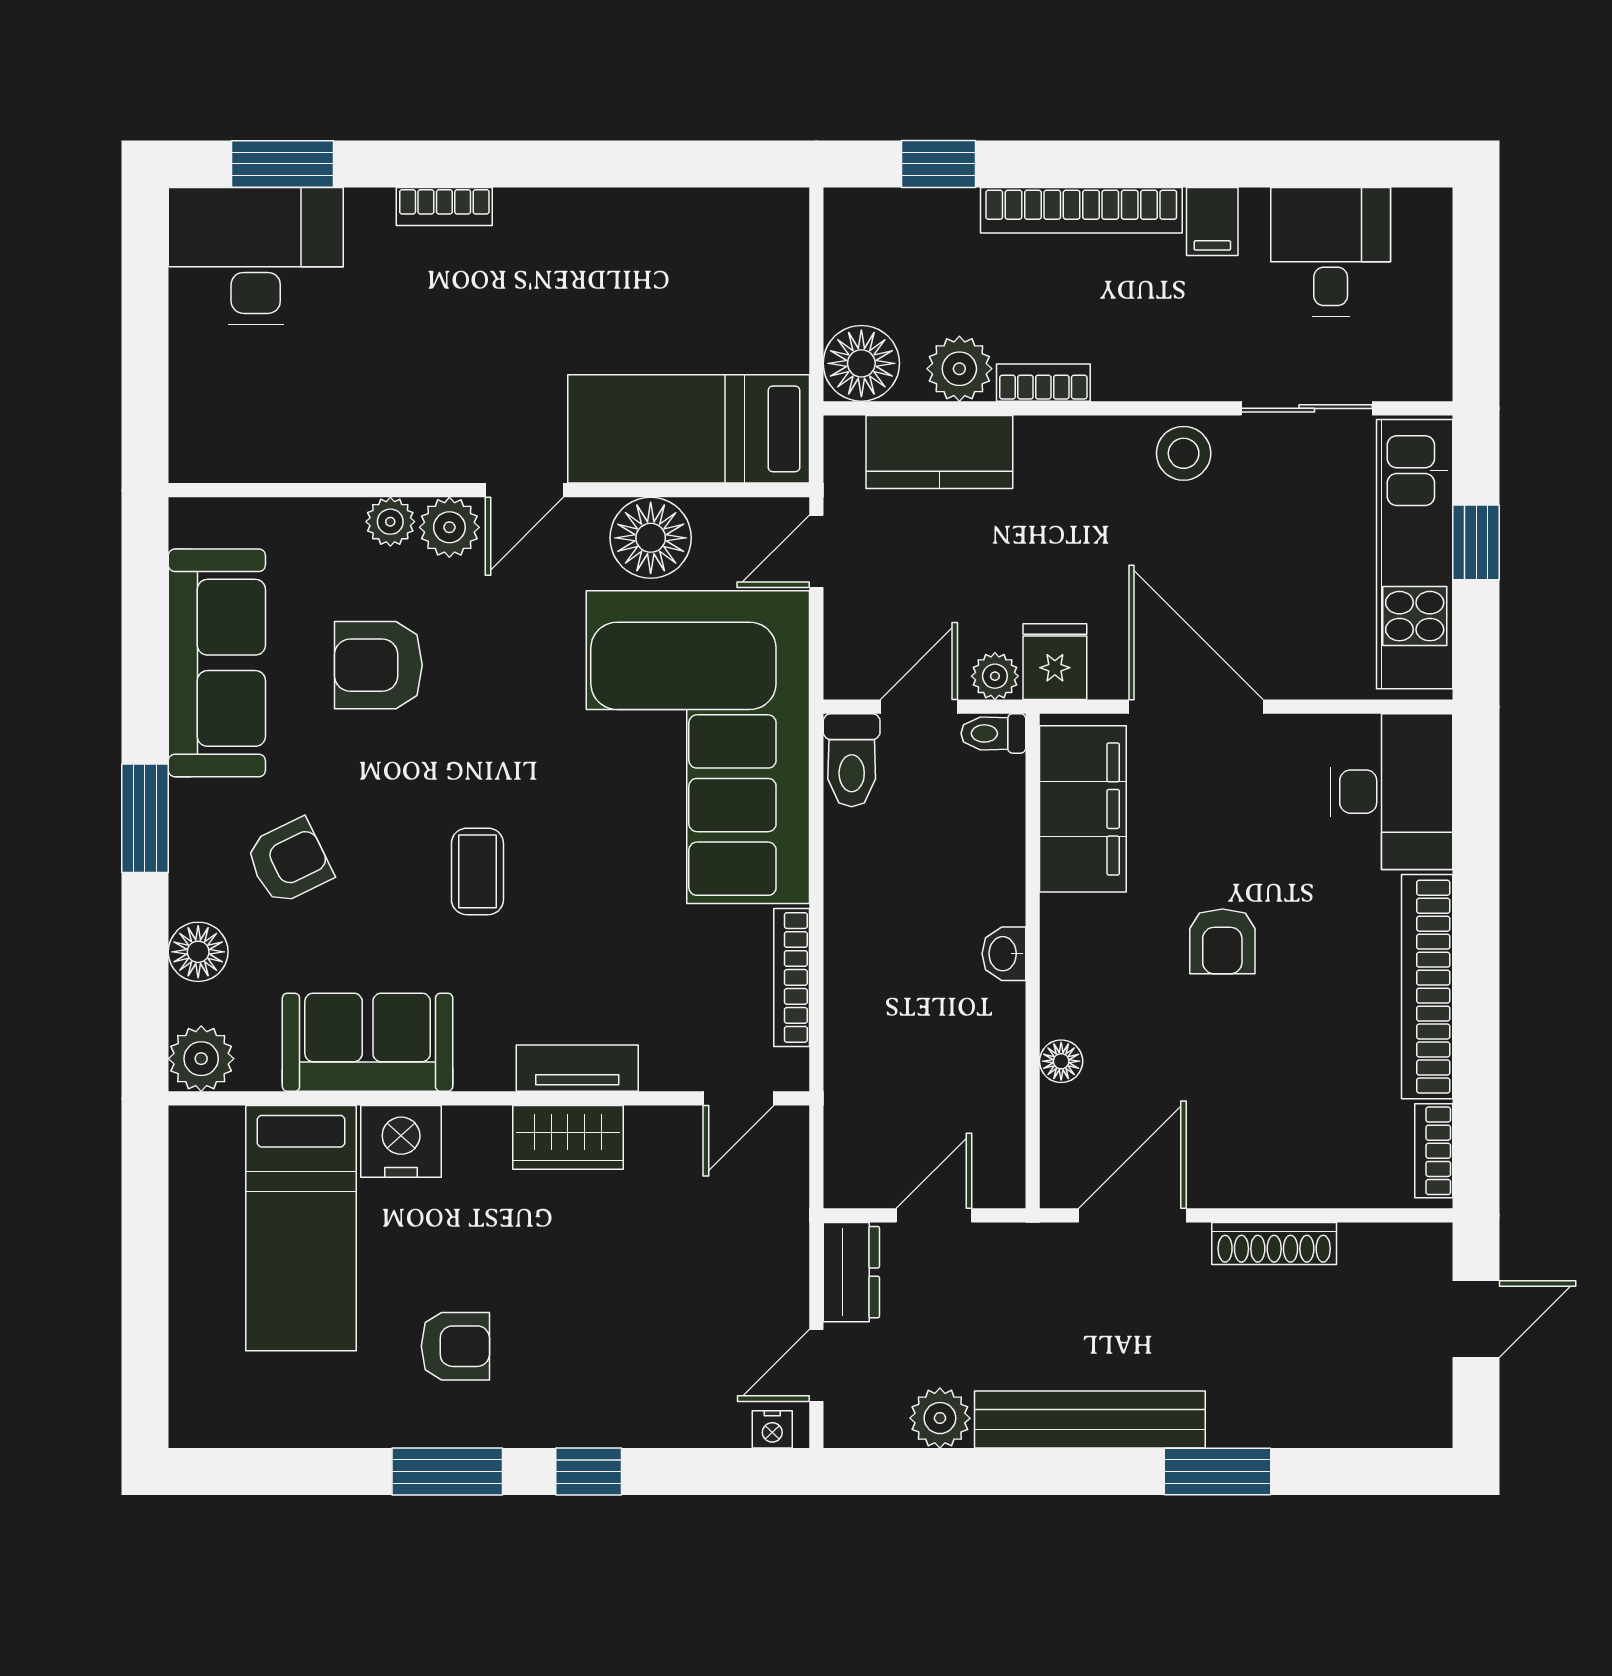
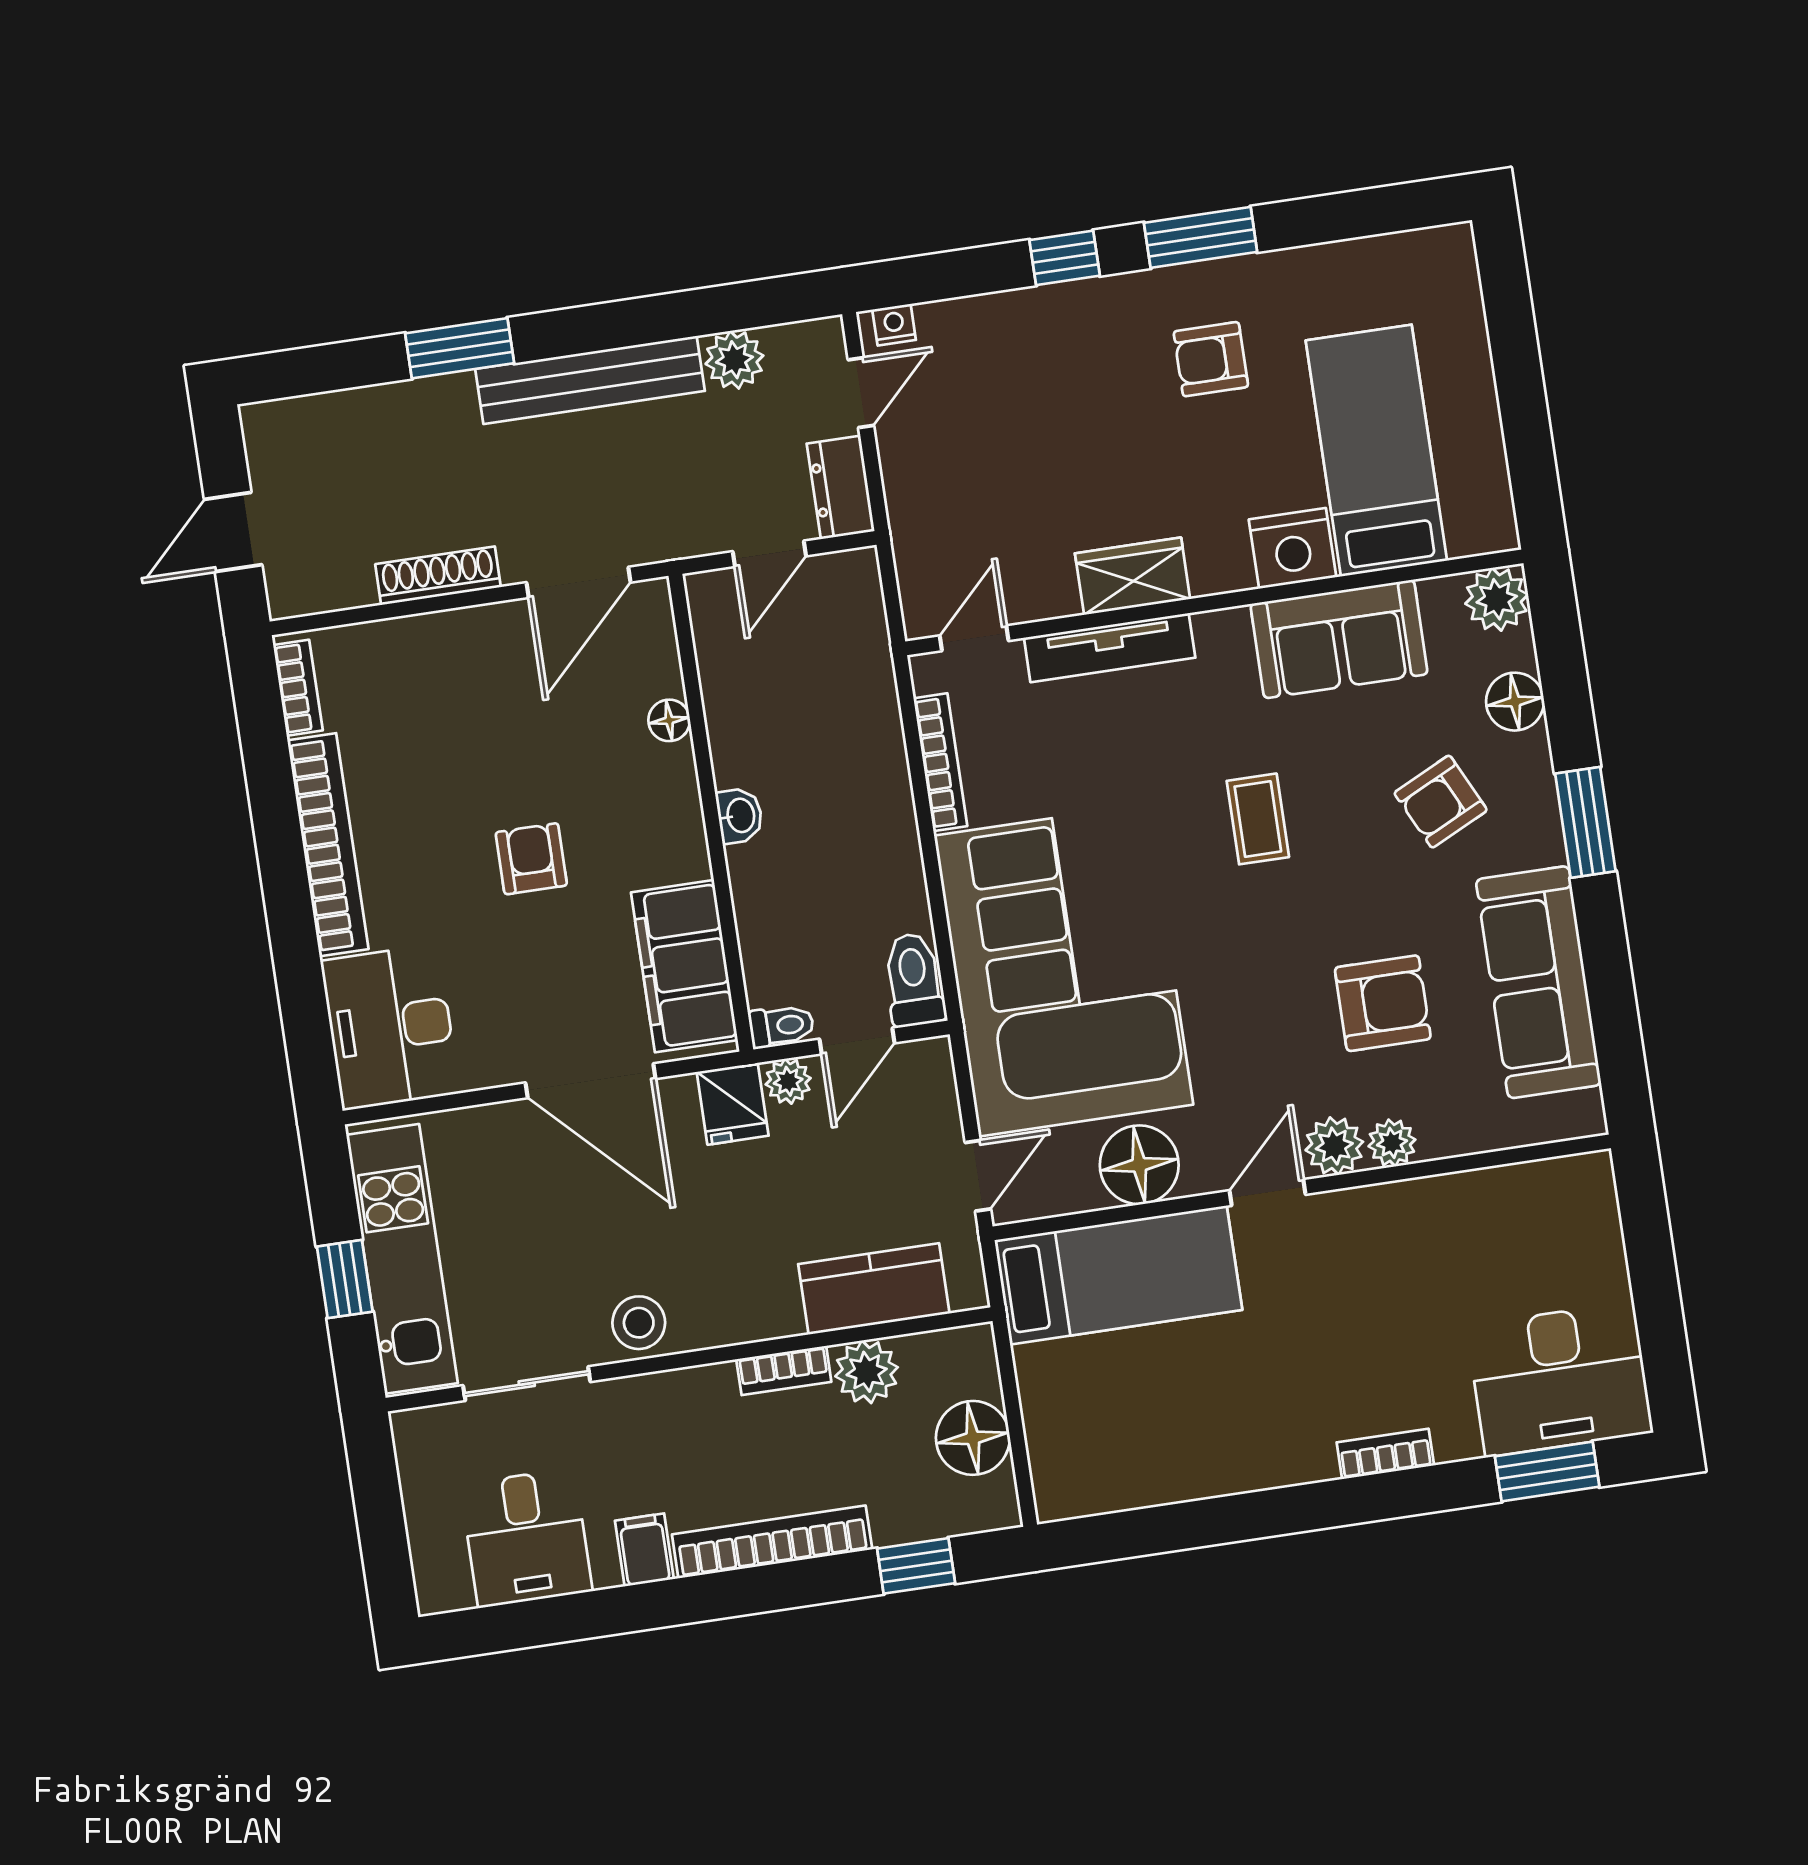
floor lamp: (861, 363) -> (973, 1438), moved
tv unit: (577, 1068) -> (1110, 648), width x1.41

